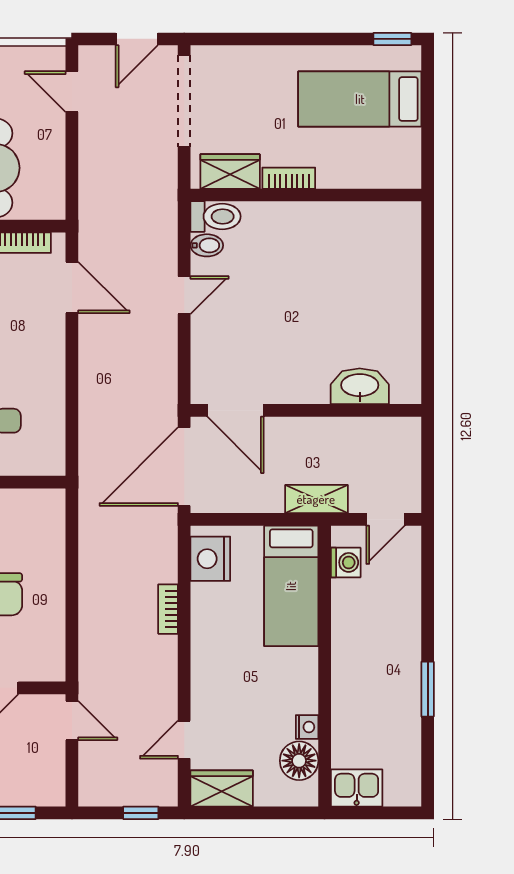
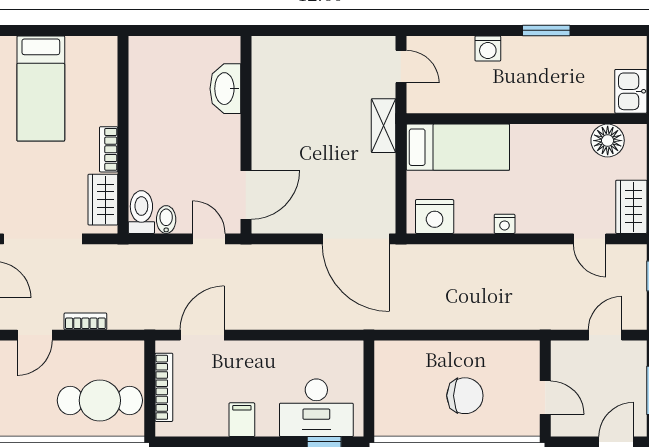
washbasin: (360, 386) -> (225, 89), moved
door: (236, 410) -> (246, 195), moved
wall: (306, 410) -> (246, 135), moved
washing machine: (346, 562) -> (488, 48), moved, turned 180
bookcase: (168, 609) -> (85, 321), moved, turned 180
door: (72, 721) -> (605, 335), moved
nightstand: (307, 727) -> (505, 224), moved, turned 180

